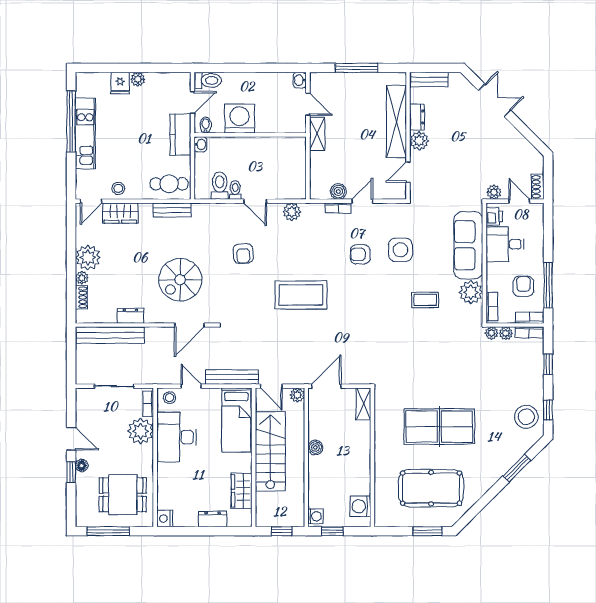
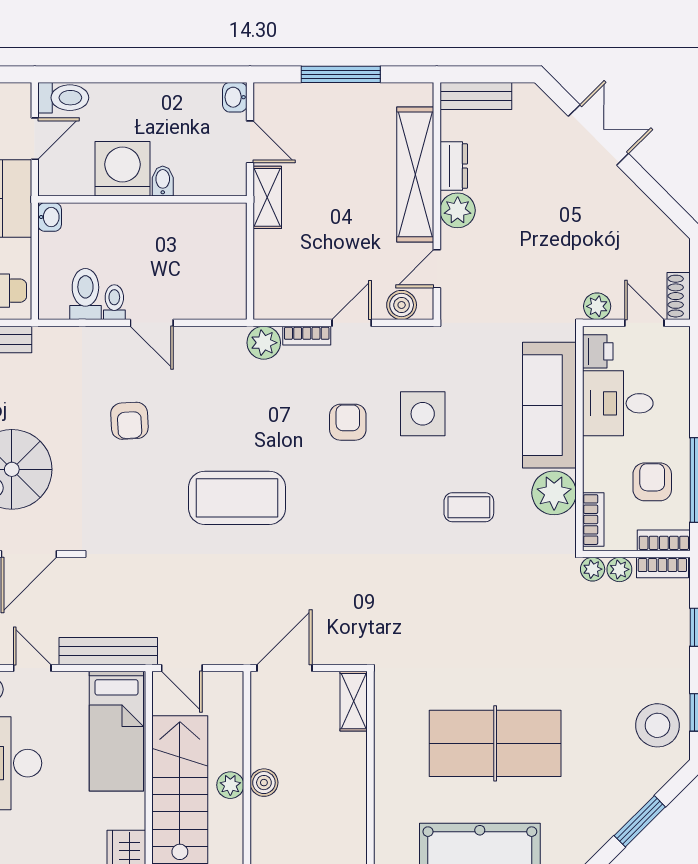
bidet: (206, 125) -> (163, 181), moved
boiler: (338, 192) -> (402, 305), moved
plant: (292, 212) -> (264, 343), moved
armchair: (360, 254) -> (348, 422), turned 90
plant: (297, 395) -> (230, 785), moved

